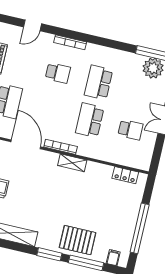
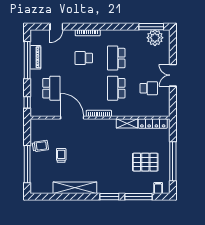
school desk: (58, 73) -> (84, 58), turned 180
shelving: (72, 163) -> (127, 123), moved
locker: (125, 175) -> (153, 123), width x1.53
pallet: (78, 240) -> (145, 162), moved

